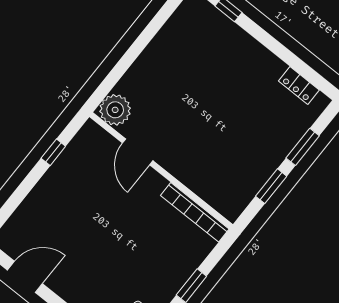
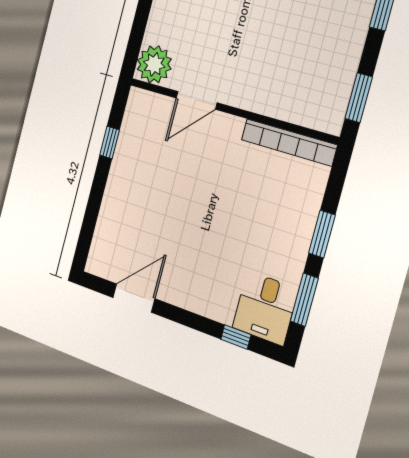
door: (138, 152) -> (196, 100), hinge flipped
window: (271, 186) -> (359, 98), moved

